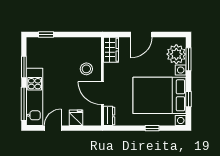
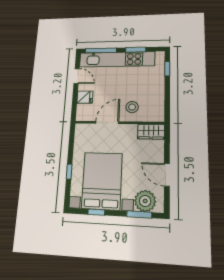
door: (141, 35) -> (167, 175), moved
kitchen unit: (35, 97) -> (117, 59), width x1.36
dresser: (109, 116) -> (84, 129), removed

